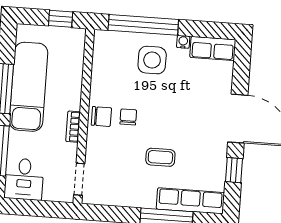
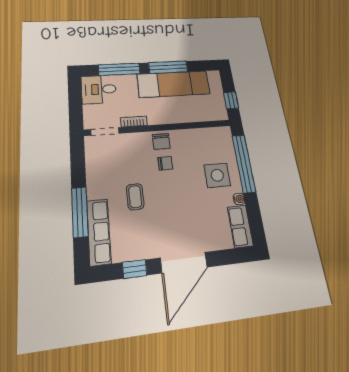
bookcase: (73, 127) -> (134, 121), moved

